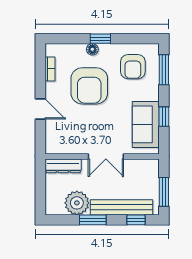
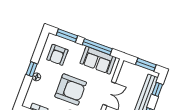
armchair: (133, 67) -> (57, 55), turned 90
armchair: (89, 86) -> (71, 89), moved
window: (164, 117) -> (97, 47), width x2.17

